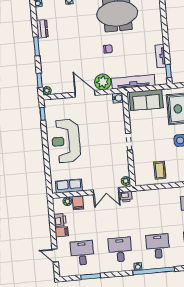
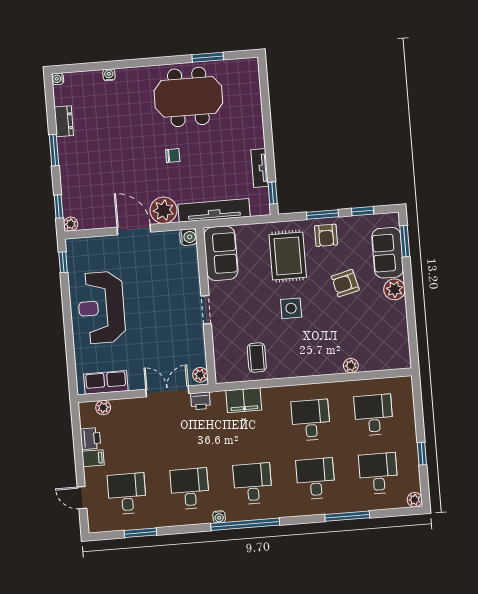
sofa: (146, 100) -> (221, 253), moved, turned -90
double door: (106, 191) -> (167, 391), swing flipped
filing cabinet: (78, 203) -> (244, 400), moved, width x2.00

